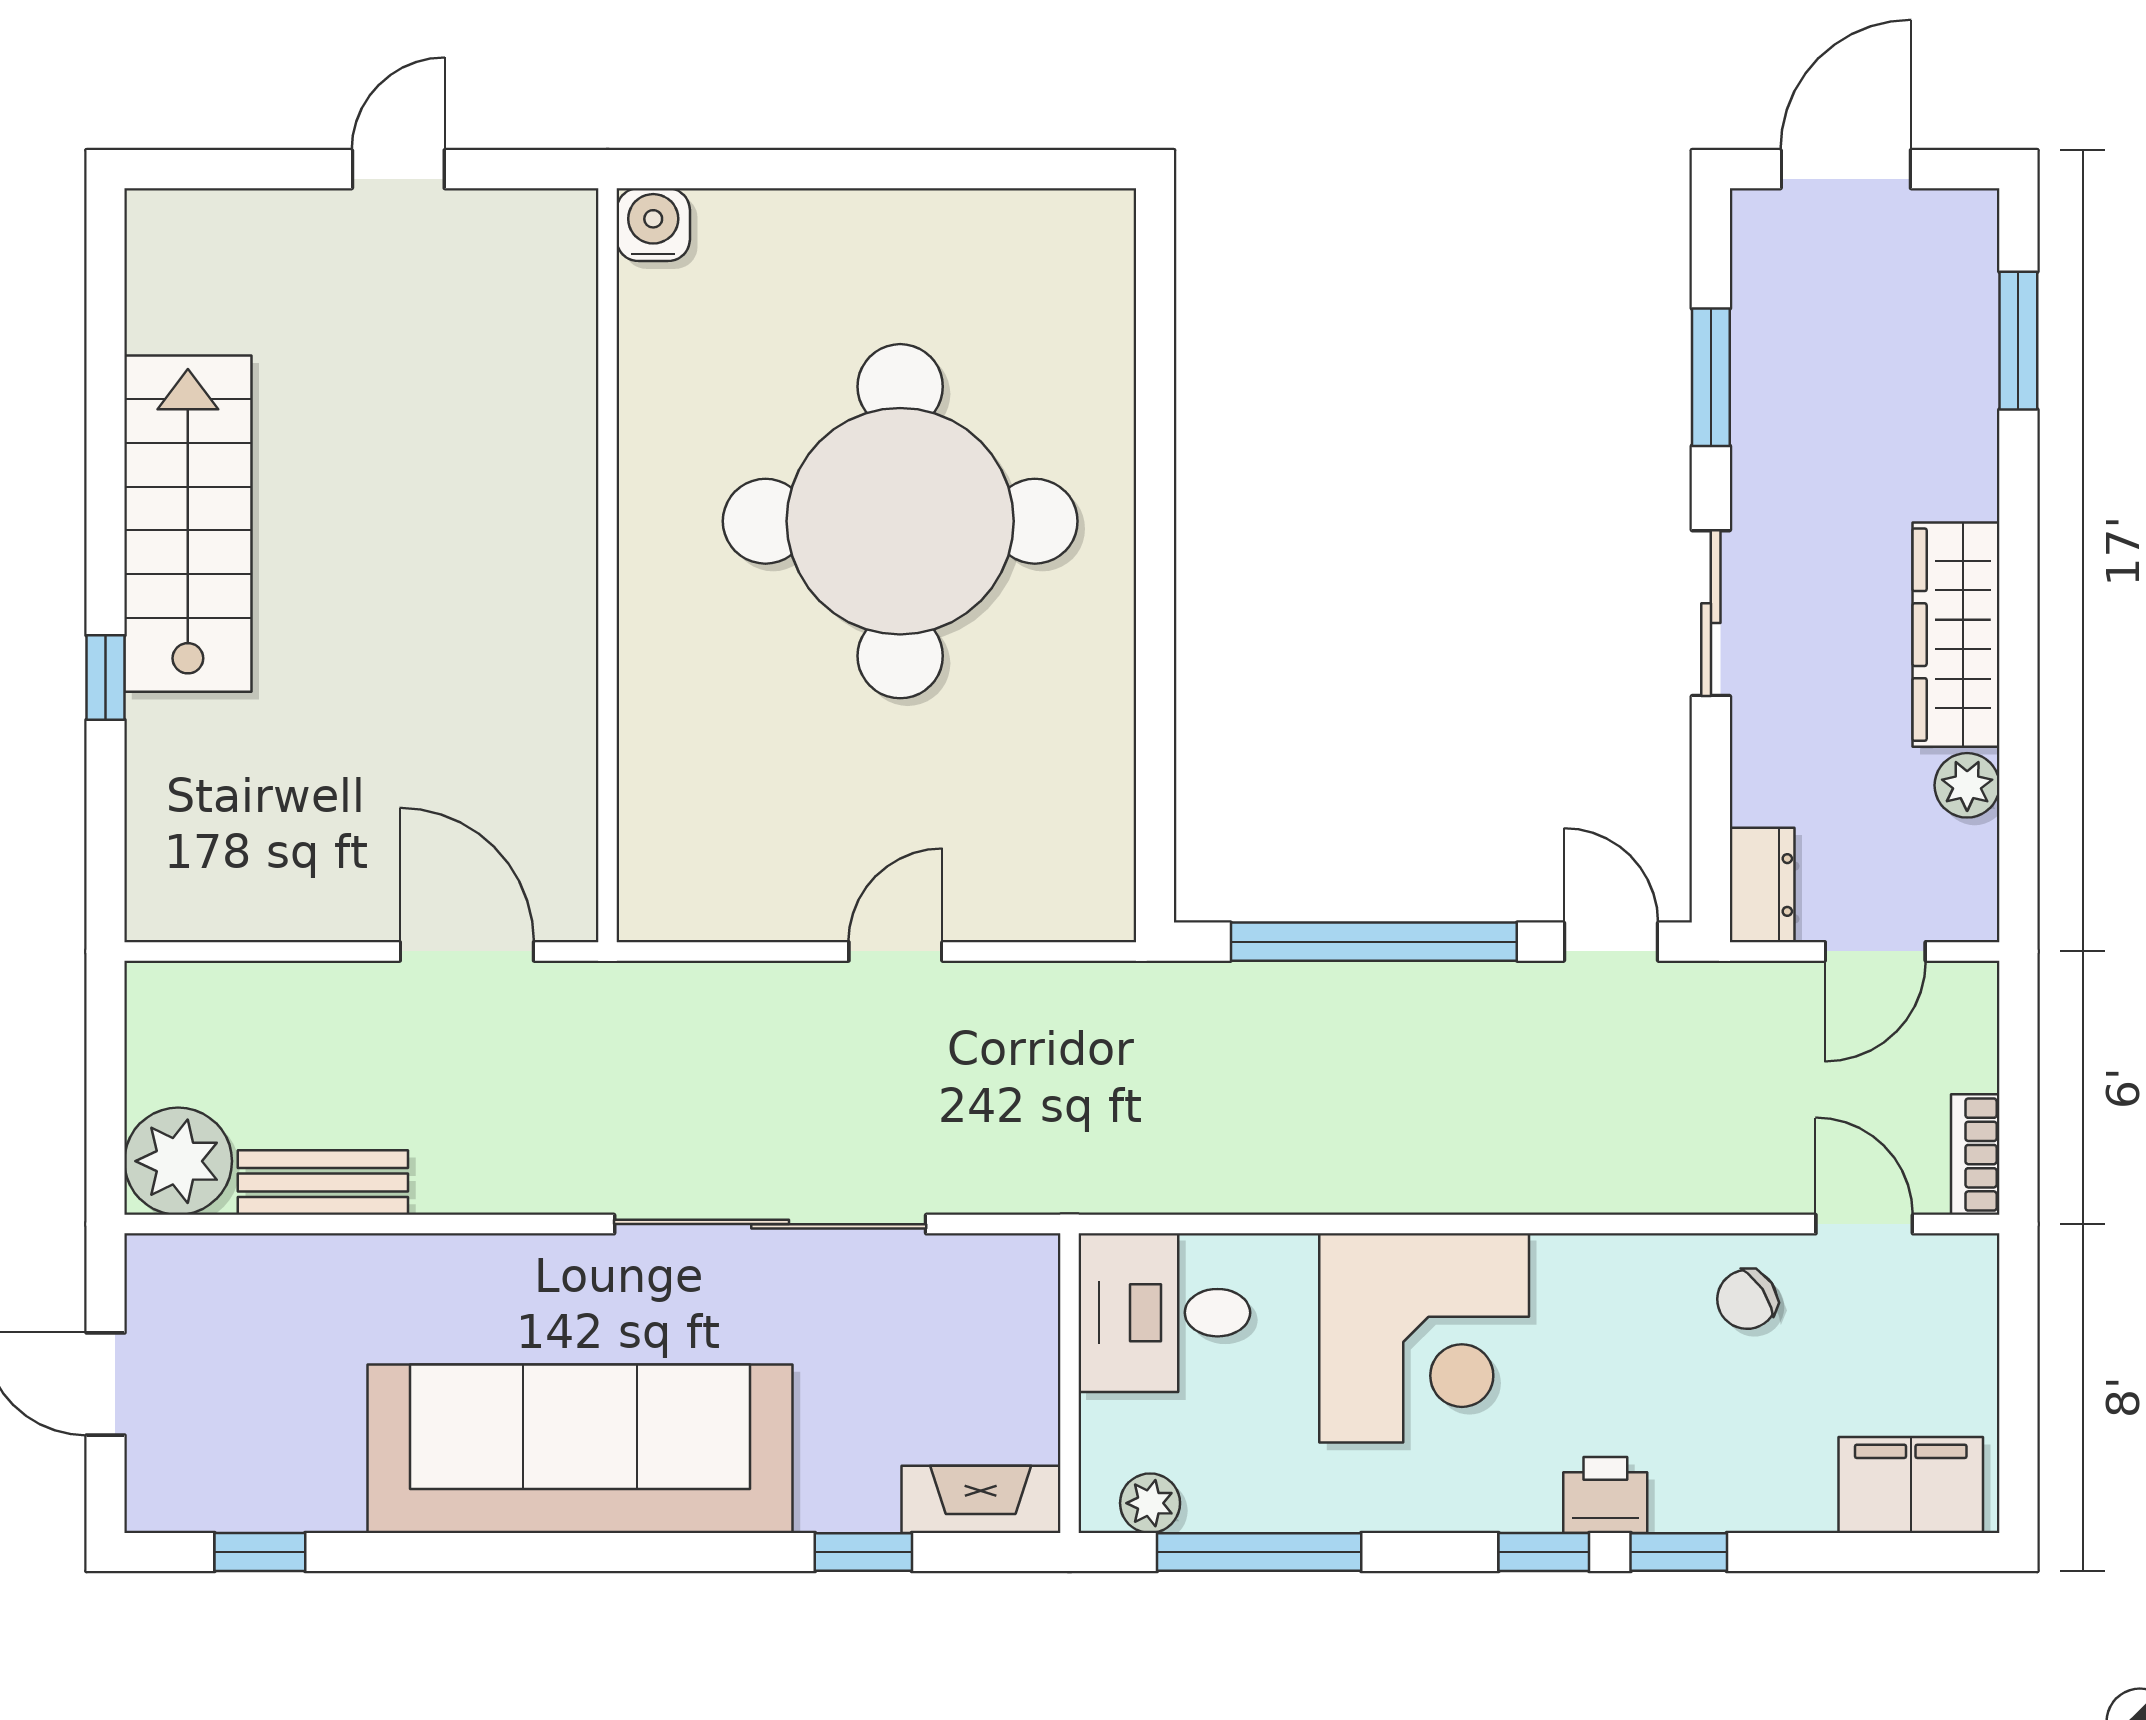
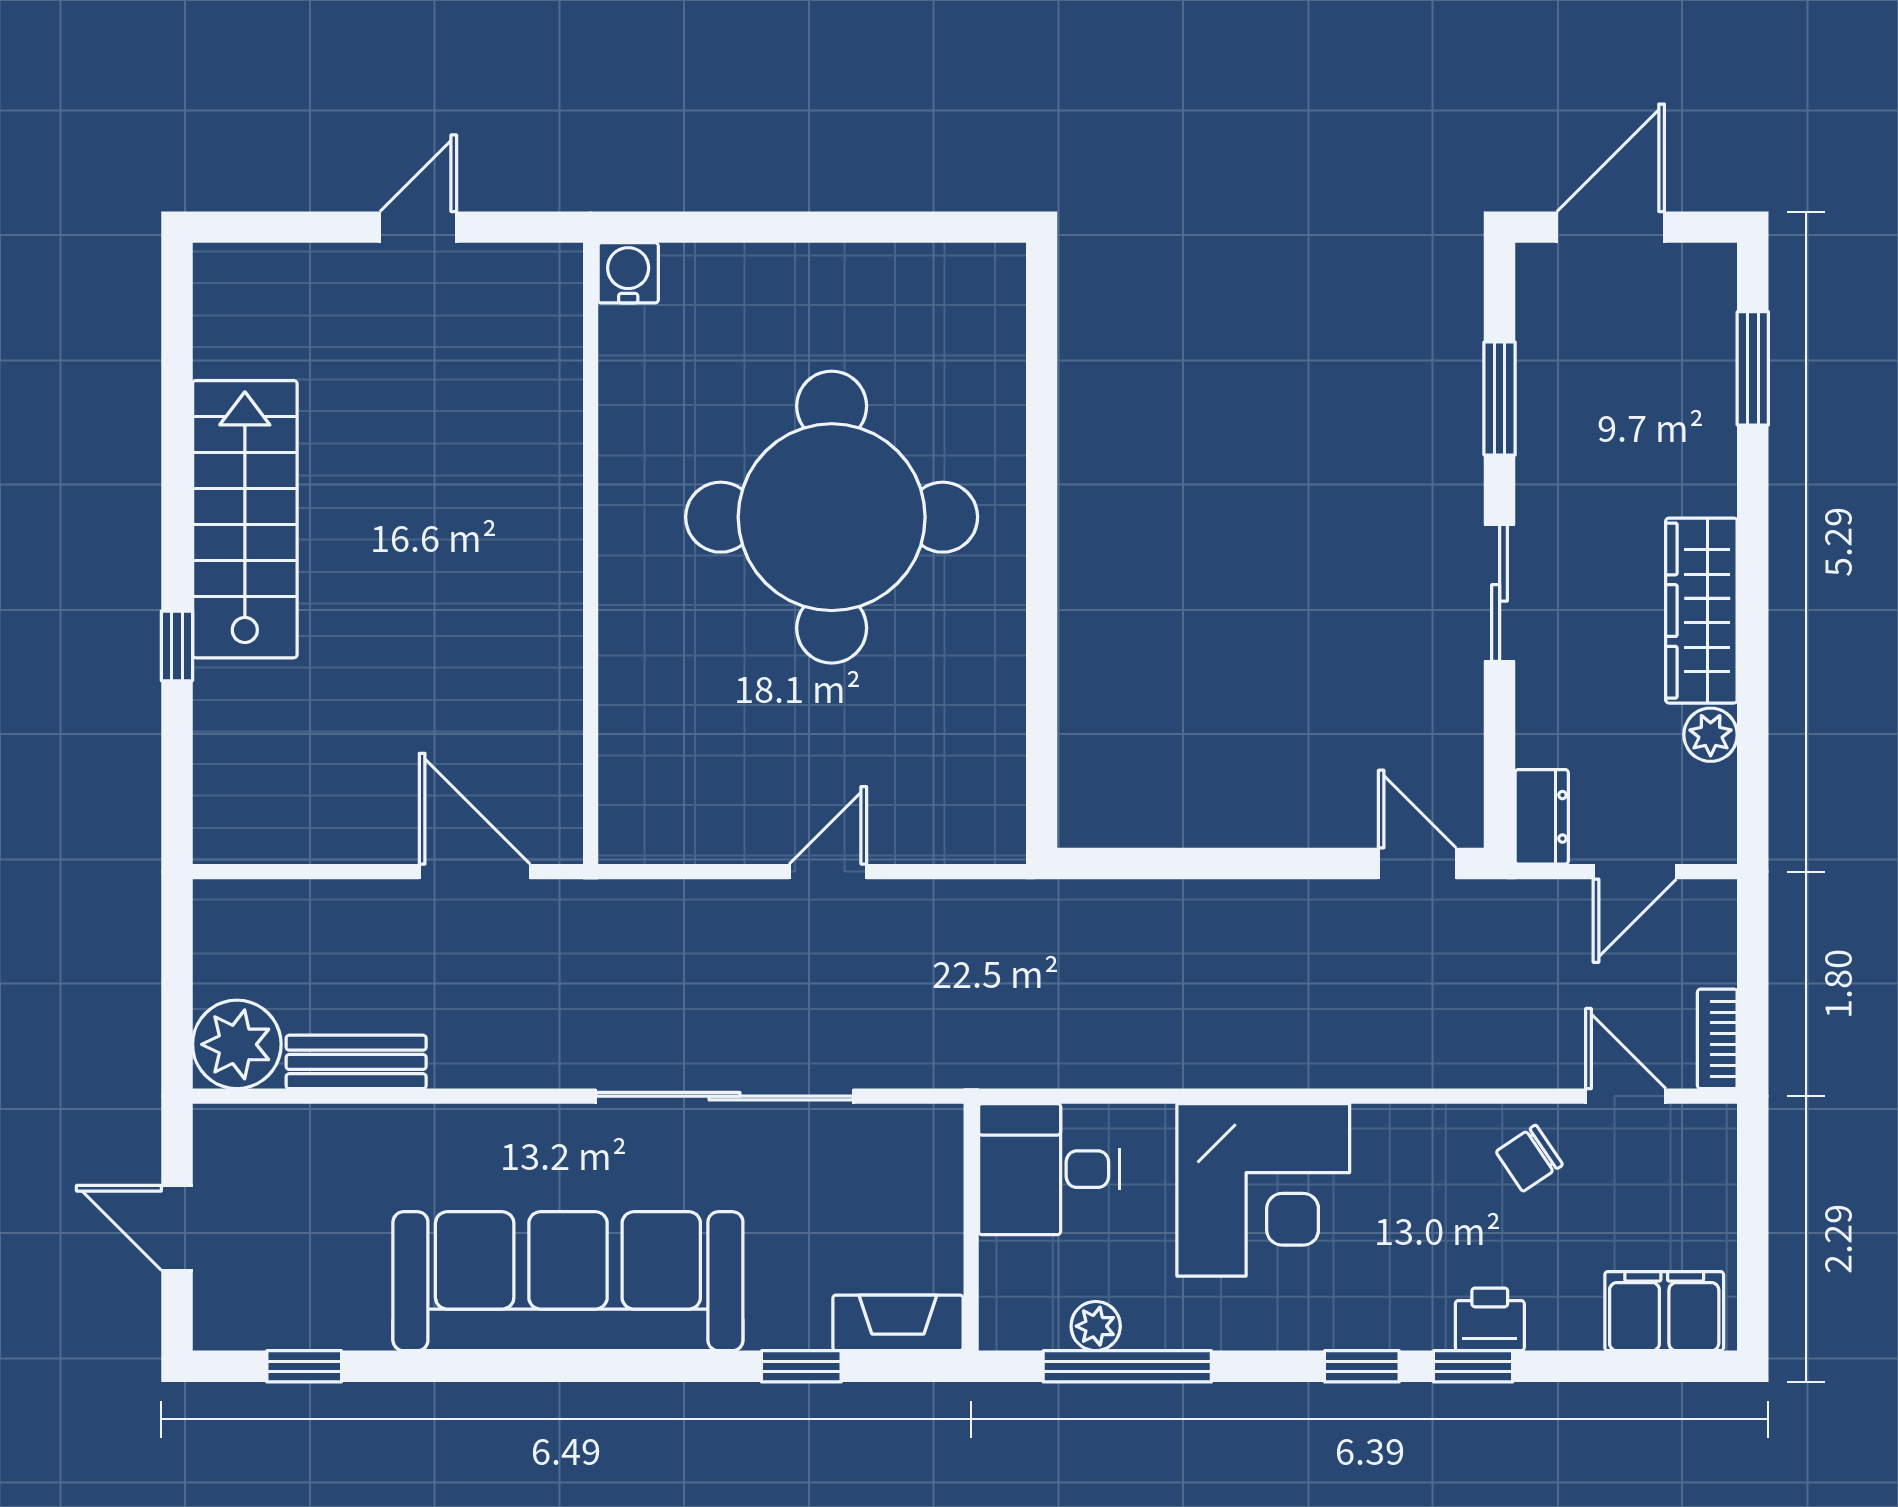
window: (1374, 942) -> (1222, 863), removed
printer: (1605, 1495) -> (1490, 1319), moved
plant: (1150, 1503) -> (1096, 1326), moved

